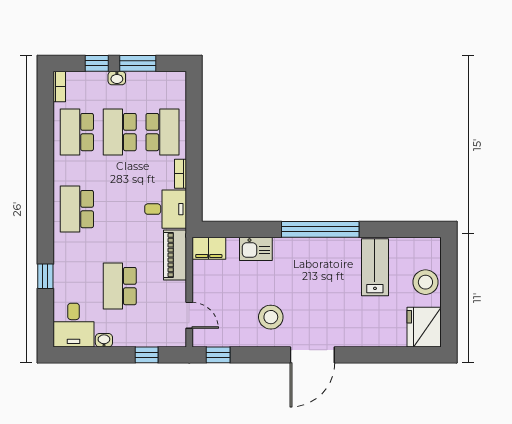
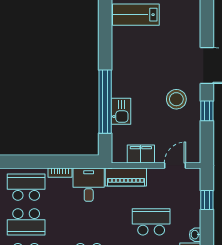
window: (320, 229) -> (105, 102), moved
filing cabinet: (209, 248) -> (141, 154), moved, turned -90
school desk: (120, 286) -> (151, 222), turned 180
window: (218, 355) -> (207, 111), moved

